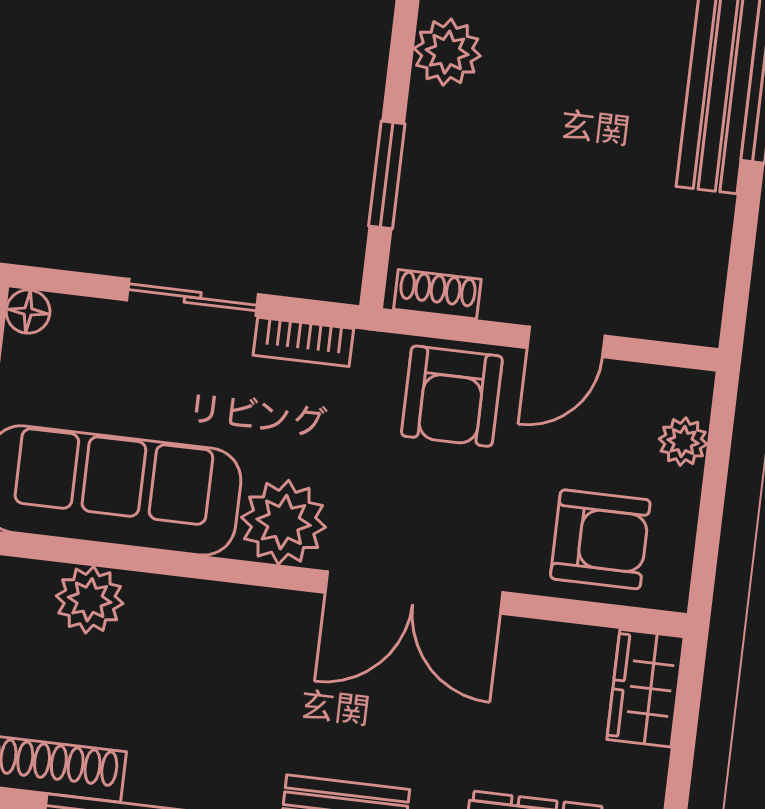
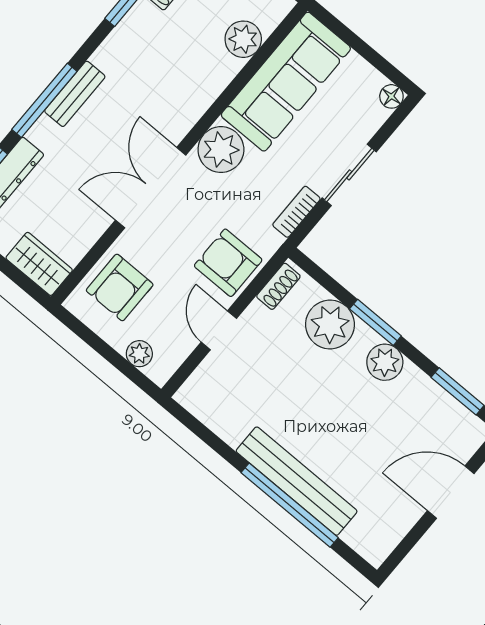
window: (387, 175) -> (375, 322), moved
plant: (444, 175) -> (330, 324), added

